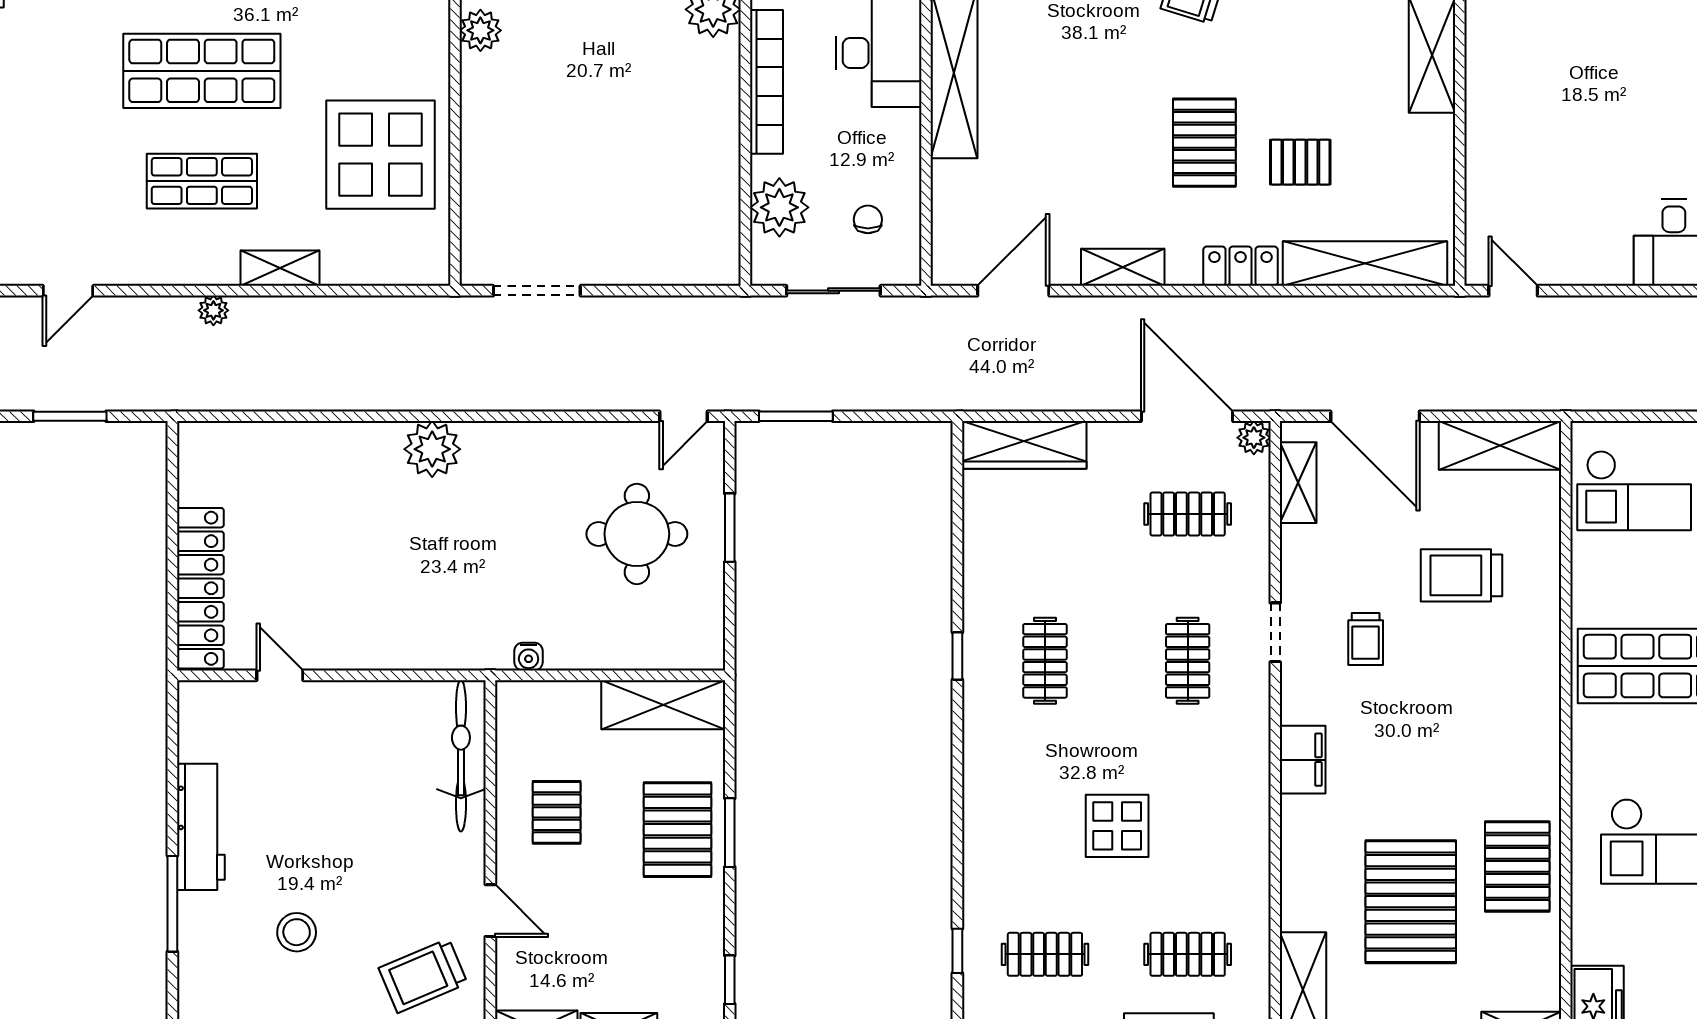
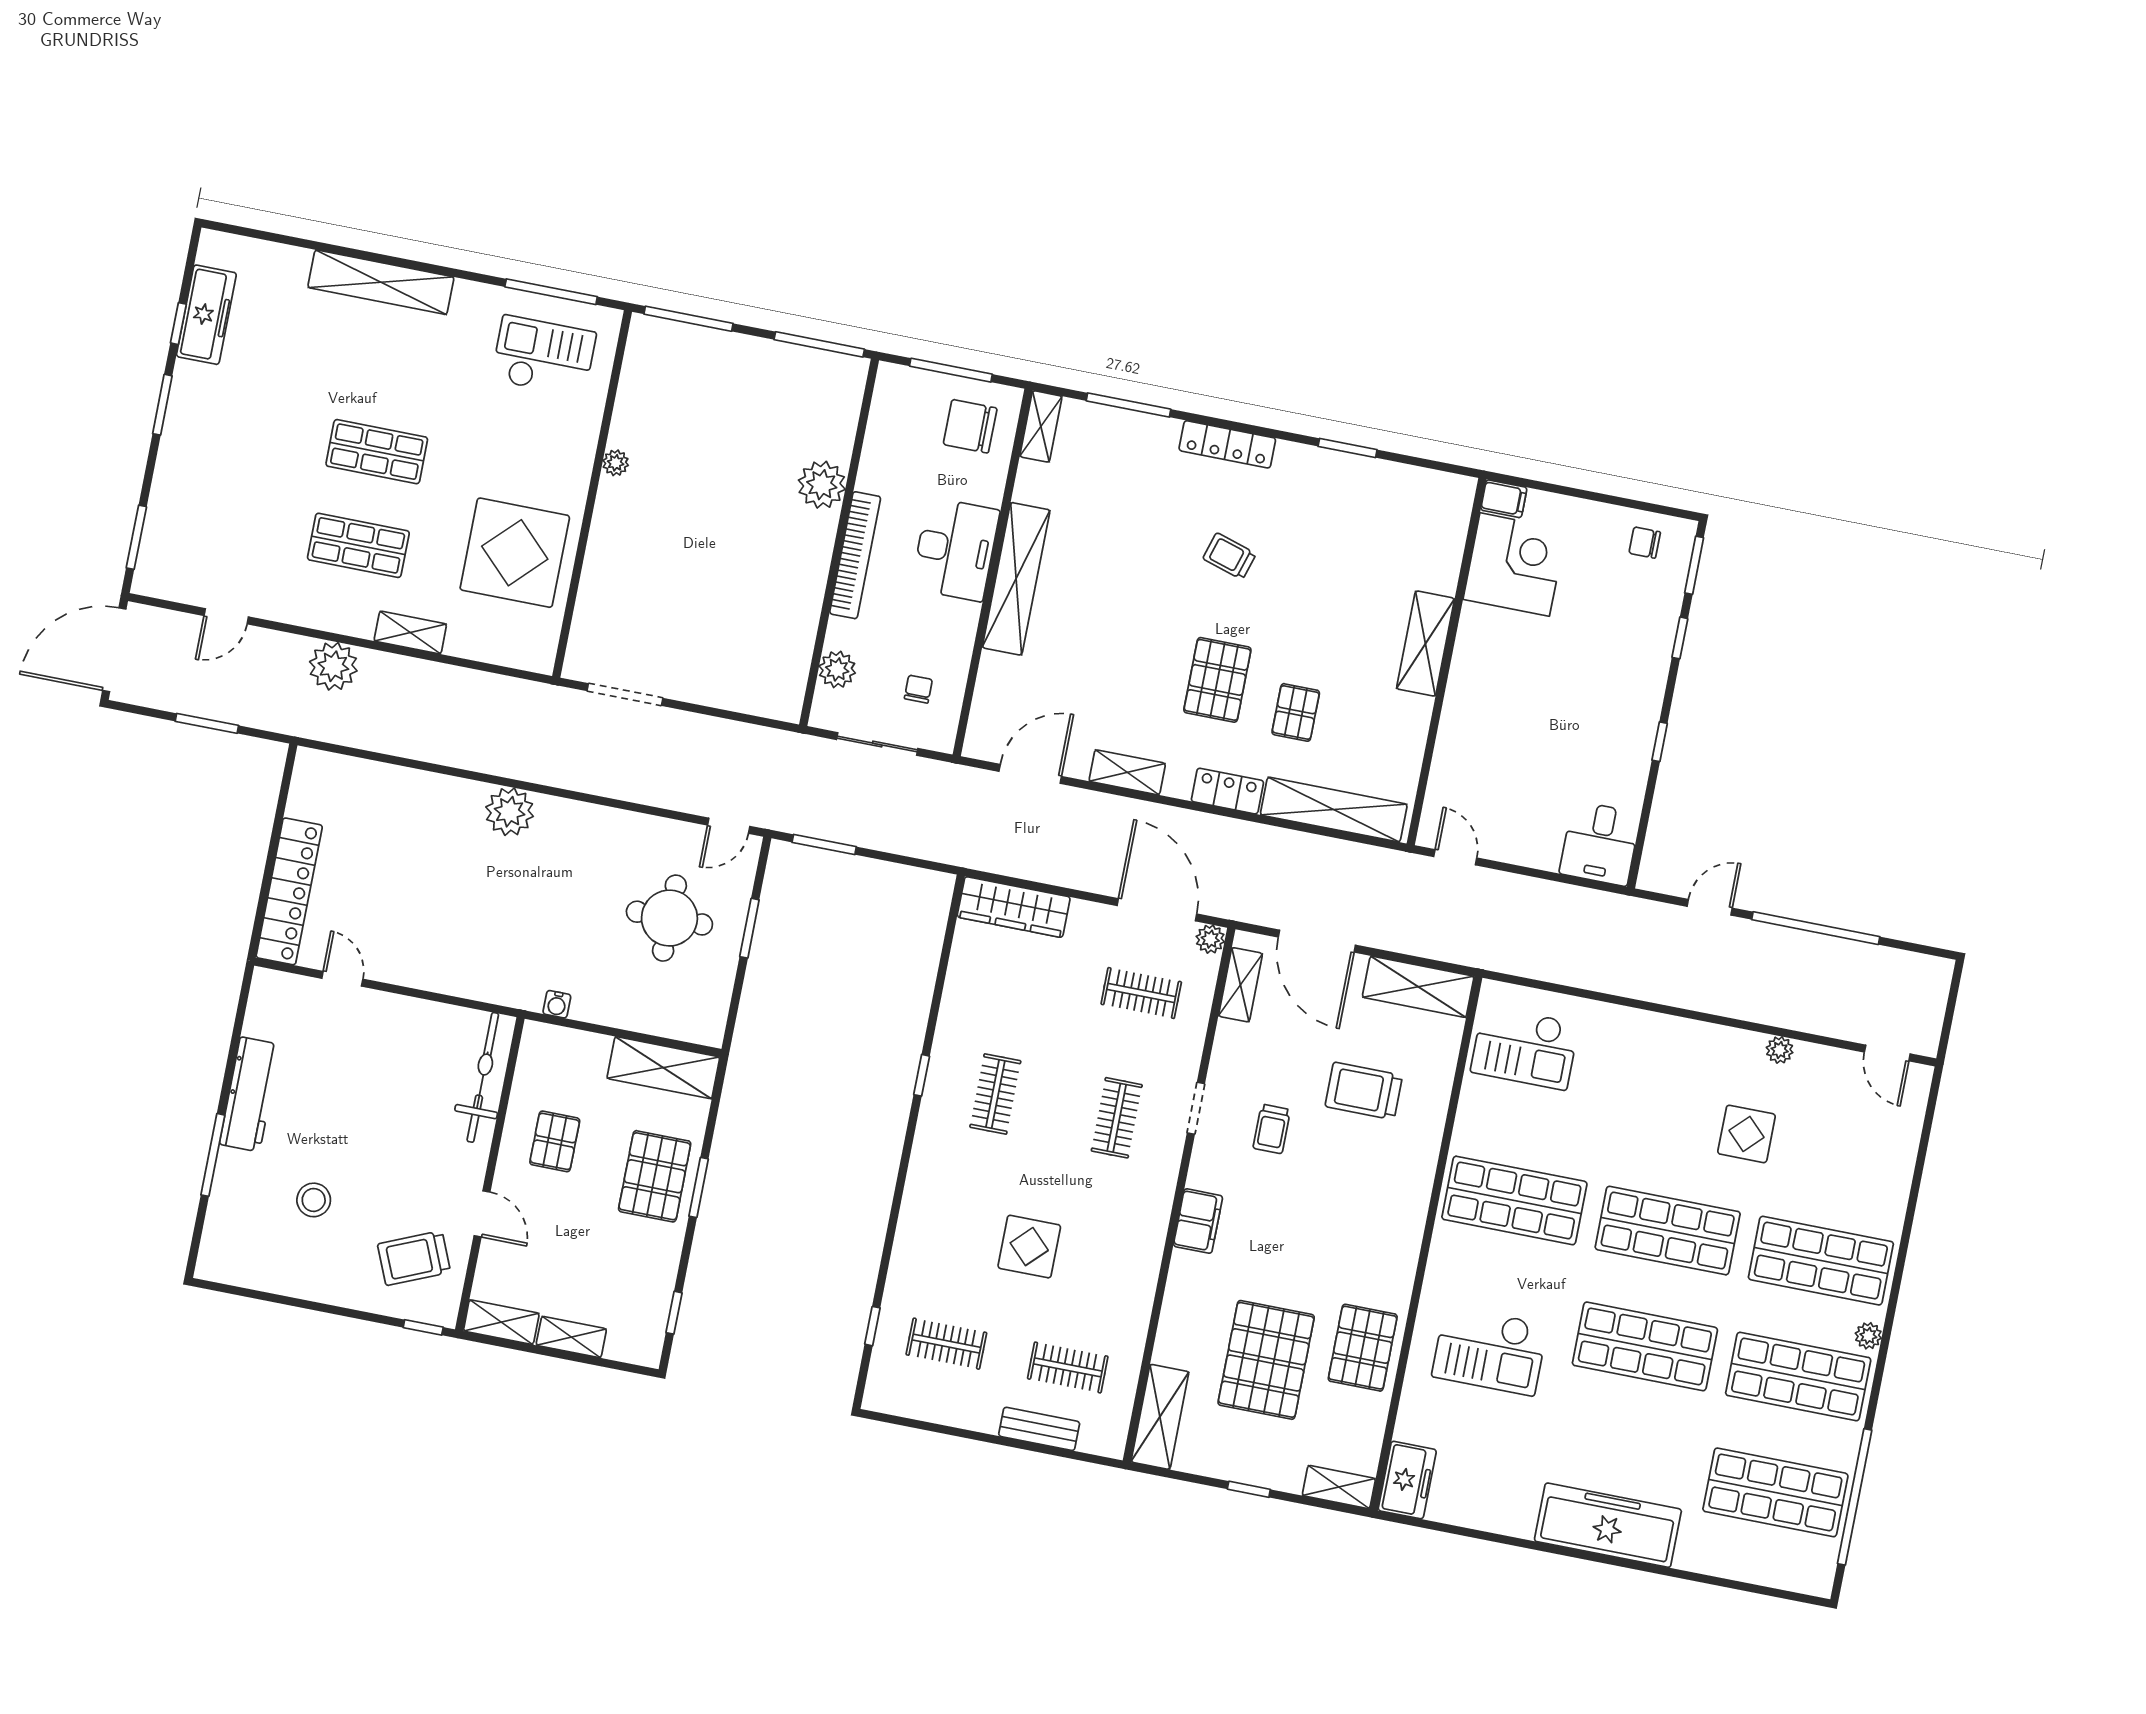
plant: (480, 30) -> (616, 463), width x0.73, depth x0.73
shop shelf: (202, 71) -> (377, 452), width x0.70, depth x0.74
pallet: (1300, 162) -> (1296, 712), turned 90
plant: (779, 207) -> (837, 669), width x0.73, depth x0.73
plant: (213, 310) -> (333, 666), width x1.87, depth x1.87

